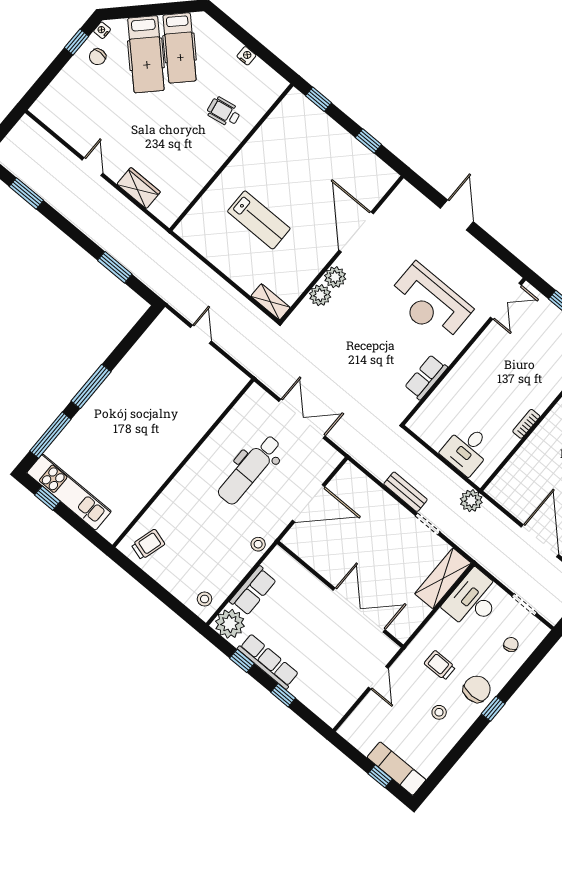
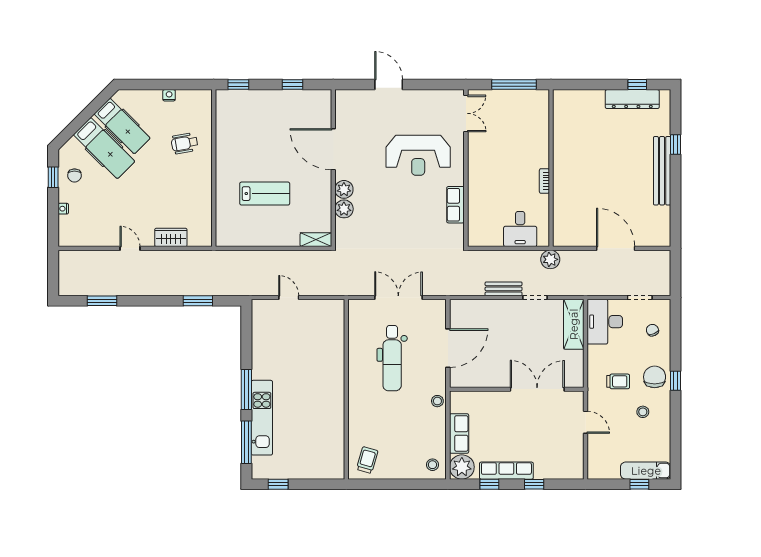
nightstand: (102, 30) -> (63, 209), moved
kitchen unit: (69, 492) -> (262, 418), moved, turned 90
trolley: (440, 665) -> (618, 381), turned 180

